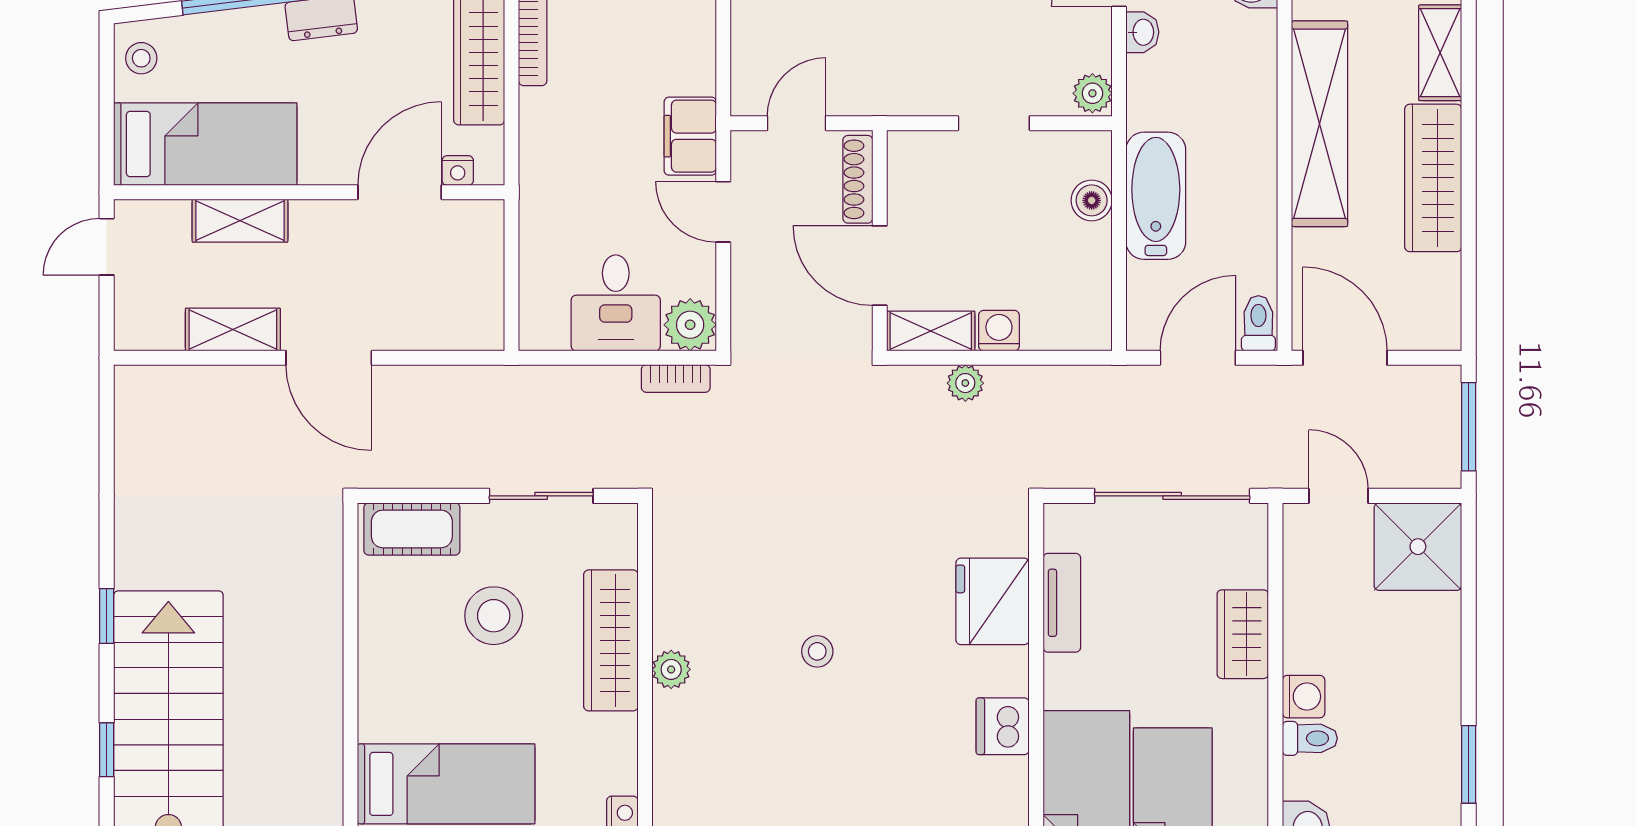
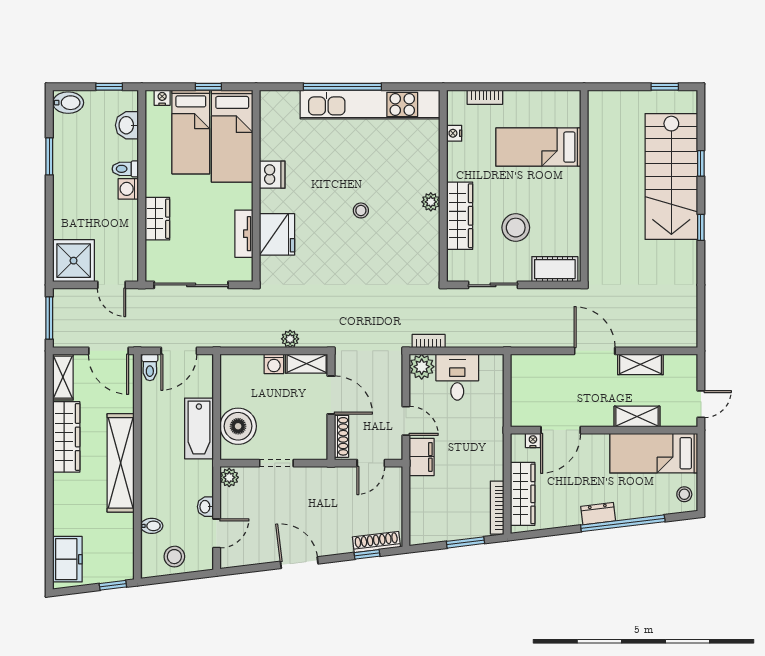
shelving: (1440, 53) -> (63, 377), moved
boiler: (1092, 200) -> (238, 426), width x1.86, depth x1.86

